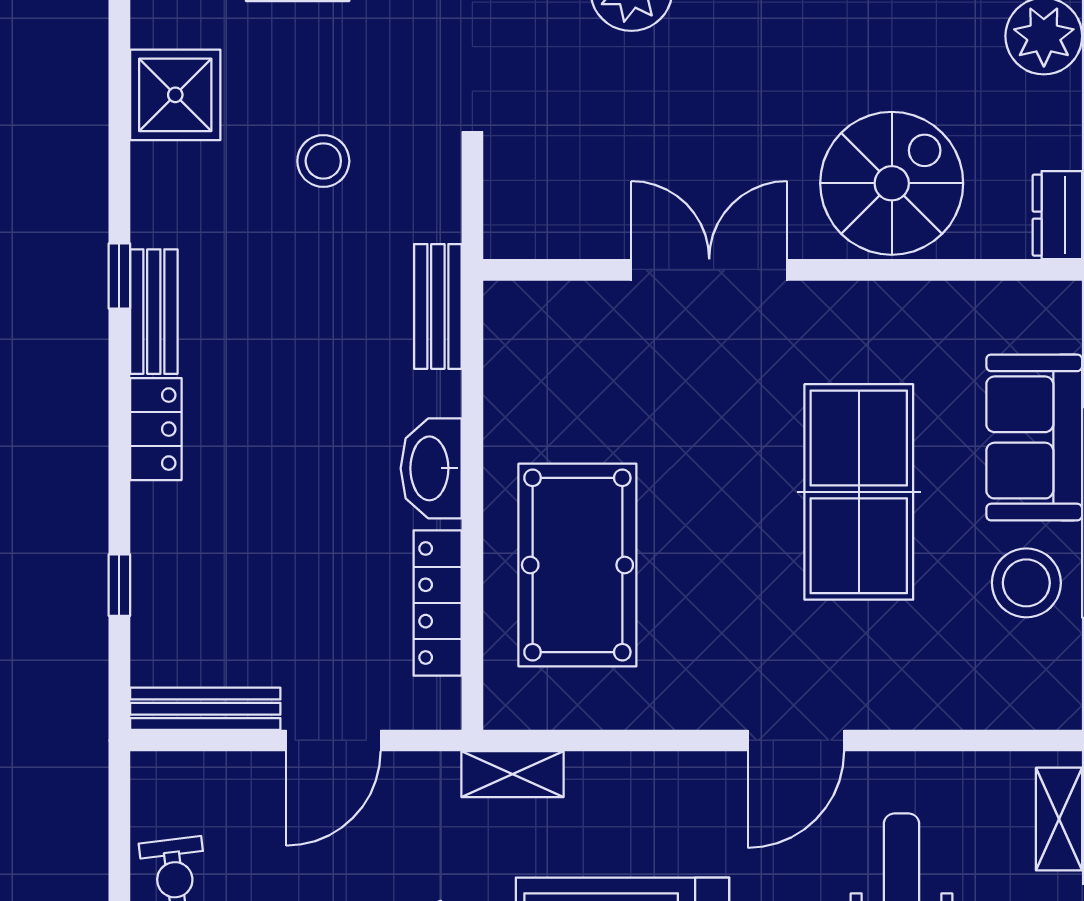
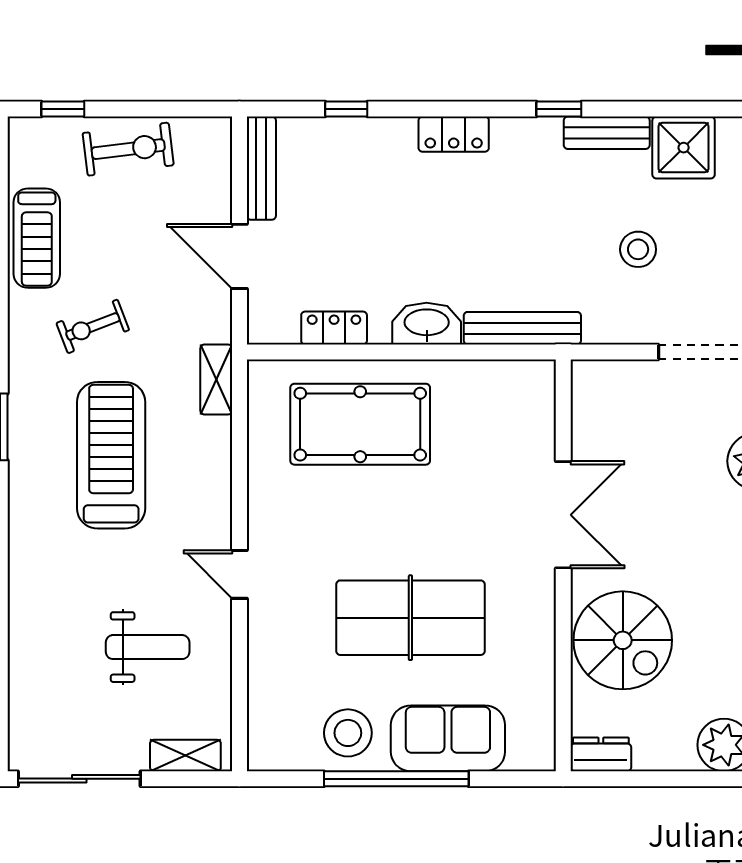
bench: (438, 306) -> (522, 328), width x1.36
bench: (154, 312) -> (607, 133), moved
locker: (438, 603) -> (334, 328), width x0.66
door: (796, 740) -> (239, 574), width x0.73

